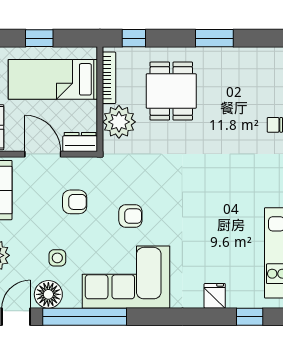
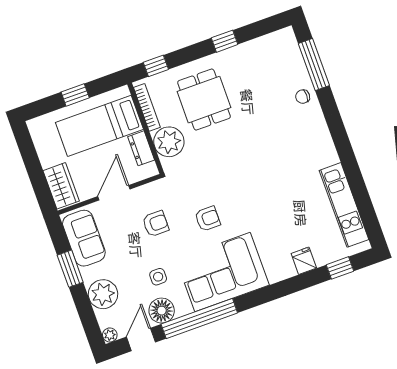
window: (214, 38) -> (225, 41), width x0.67
dresser: (80, 142) -> (141, 148), moved, turned -90
door: (43, 154) -> (114, 193), hinge flipped

